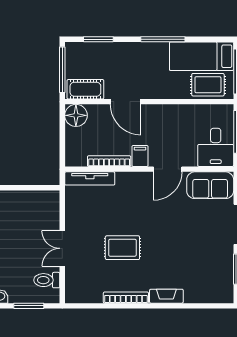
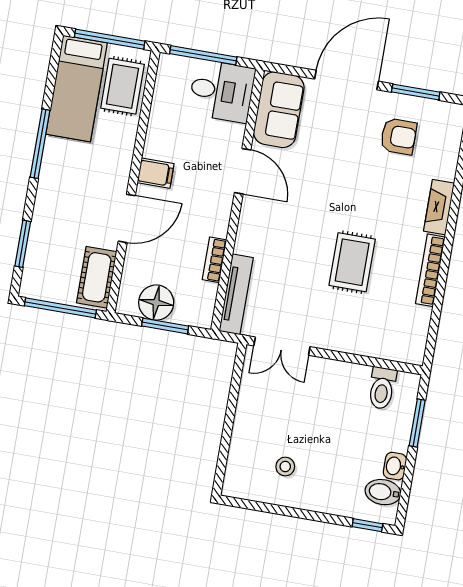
floor lamp: (76, 115) -> (156, 303), moved
window: (62, 137) -> (165, 326), added
filing cabinet: (140, 156) -> (156, 173), moved, turned 180
bookcase: (109, 161) -> (214, 260), width x0.64
double door: (62, 248) -> (282, 346), moved
armchair: (206, 263) -> (398, 136), added

